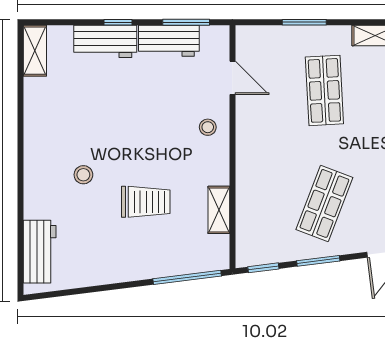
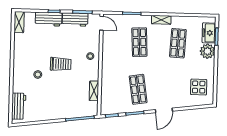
door: (232, 78) -> (102, 23), moved
trolley: (146, 202) -> (61, 64), moved
shop shelf: (324, 203) -> (138, 89), turned -30

